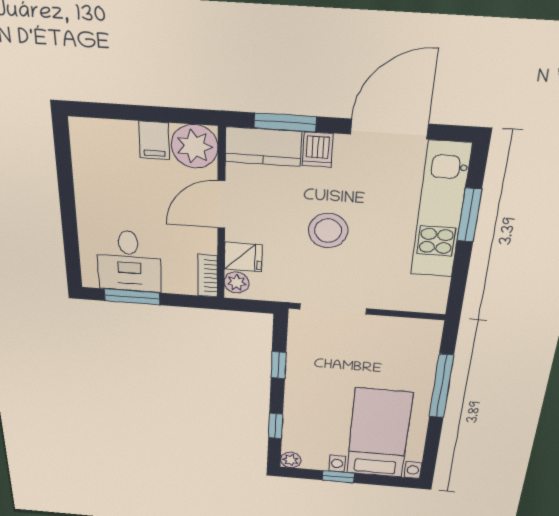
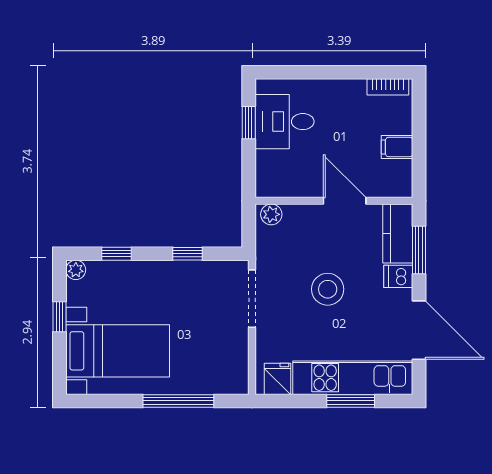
plant: (195, 146) -> (394, 179), removed
fridge: (243, 257) -> (277, 379), moved, turned 180
bookcase: (208, 276) -> (388, 87), moved, turned 180
window: (132, 297) -> (249, 123), width x0.67

